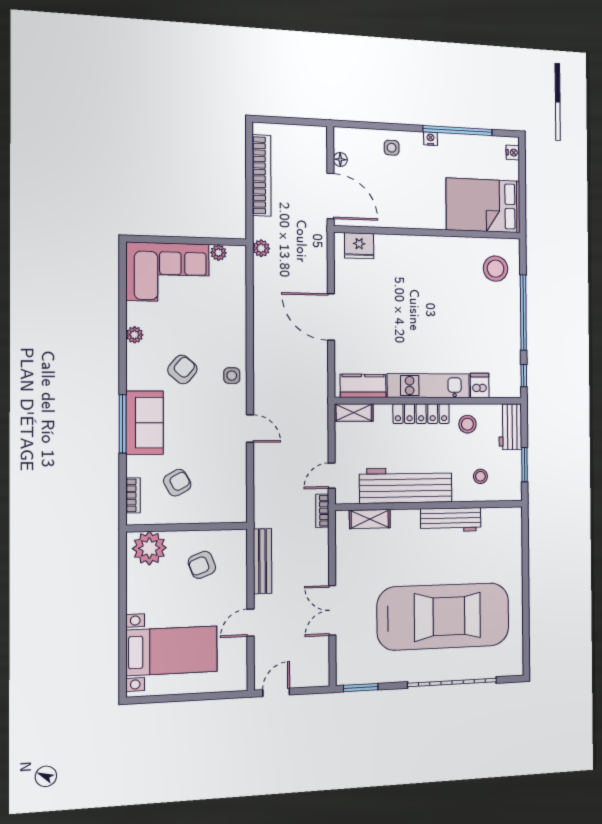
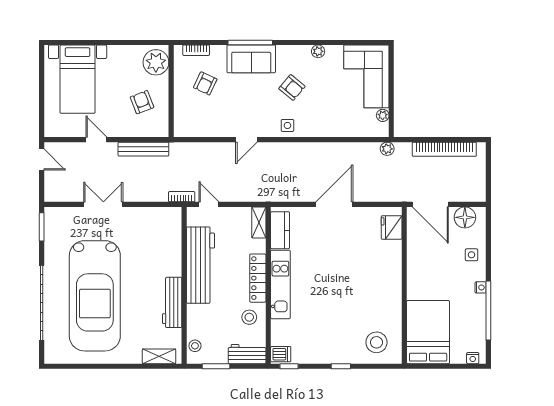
floor lamp: (340, 159) -> (465, 217), width x1.89, depth x1.89
door: (330, 196) -> (430, 204), hinge flipped
window: (523, 312) -> (341, 366), width x0.32
dishwasher: (480, 385) -> (281, 354), moved
stool: (480, 476) -> (195, 346), moved
armchair: (177, 483) -> (205, 83), turned 54
shelving: (370, 519) -> (159, 356), moved, turned 90

